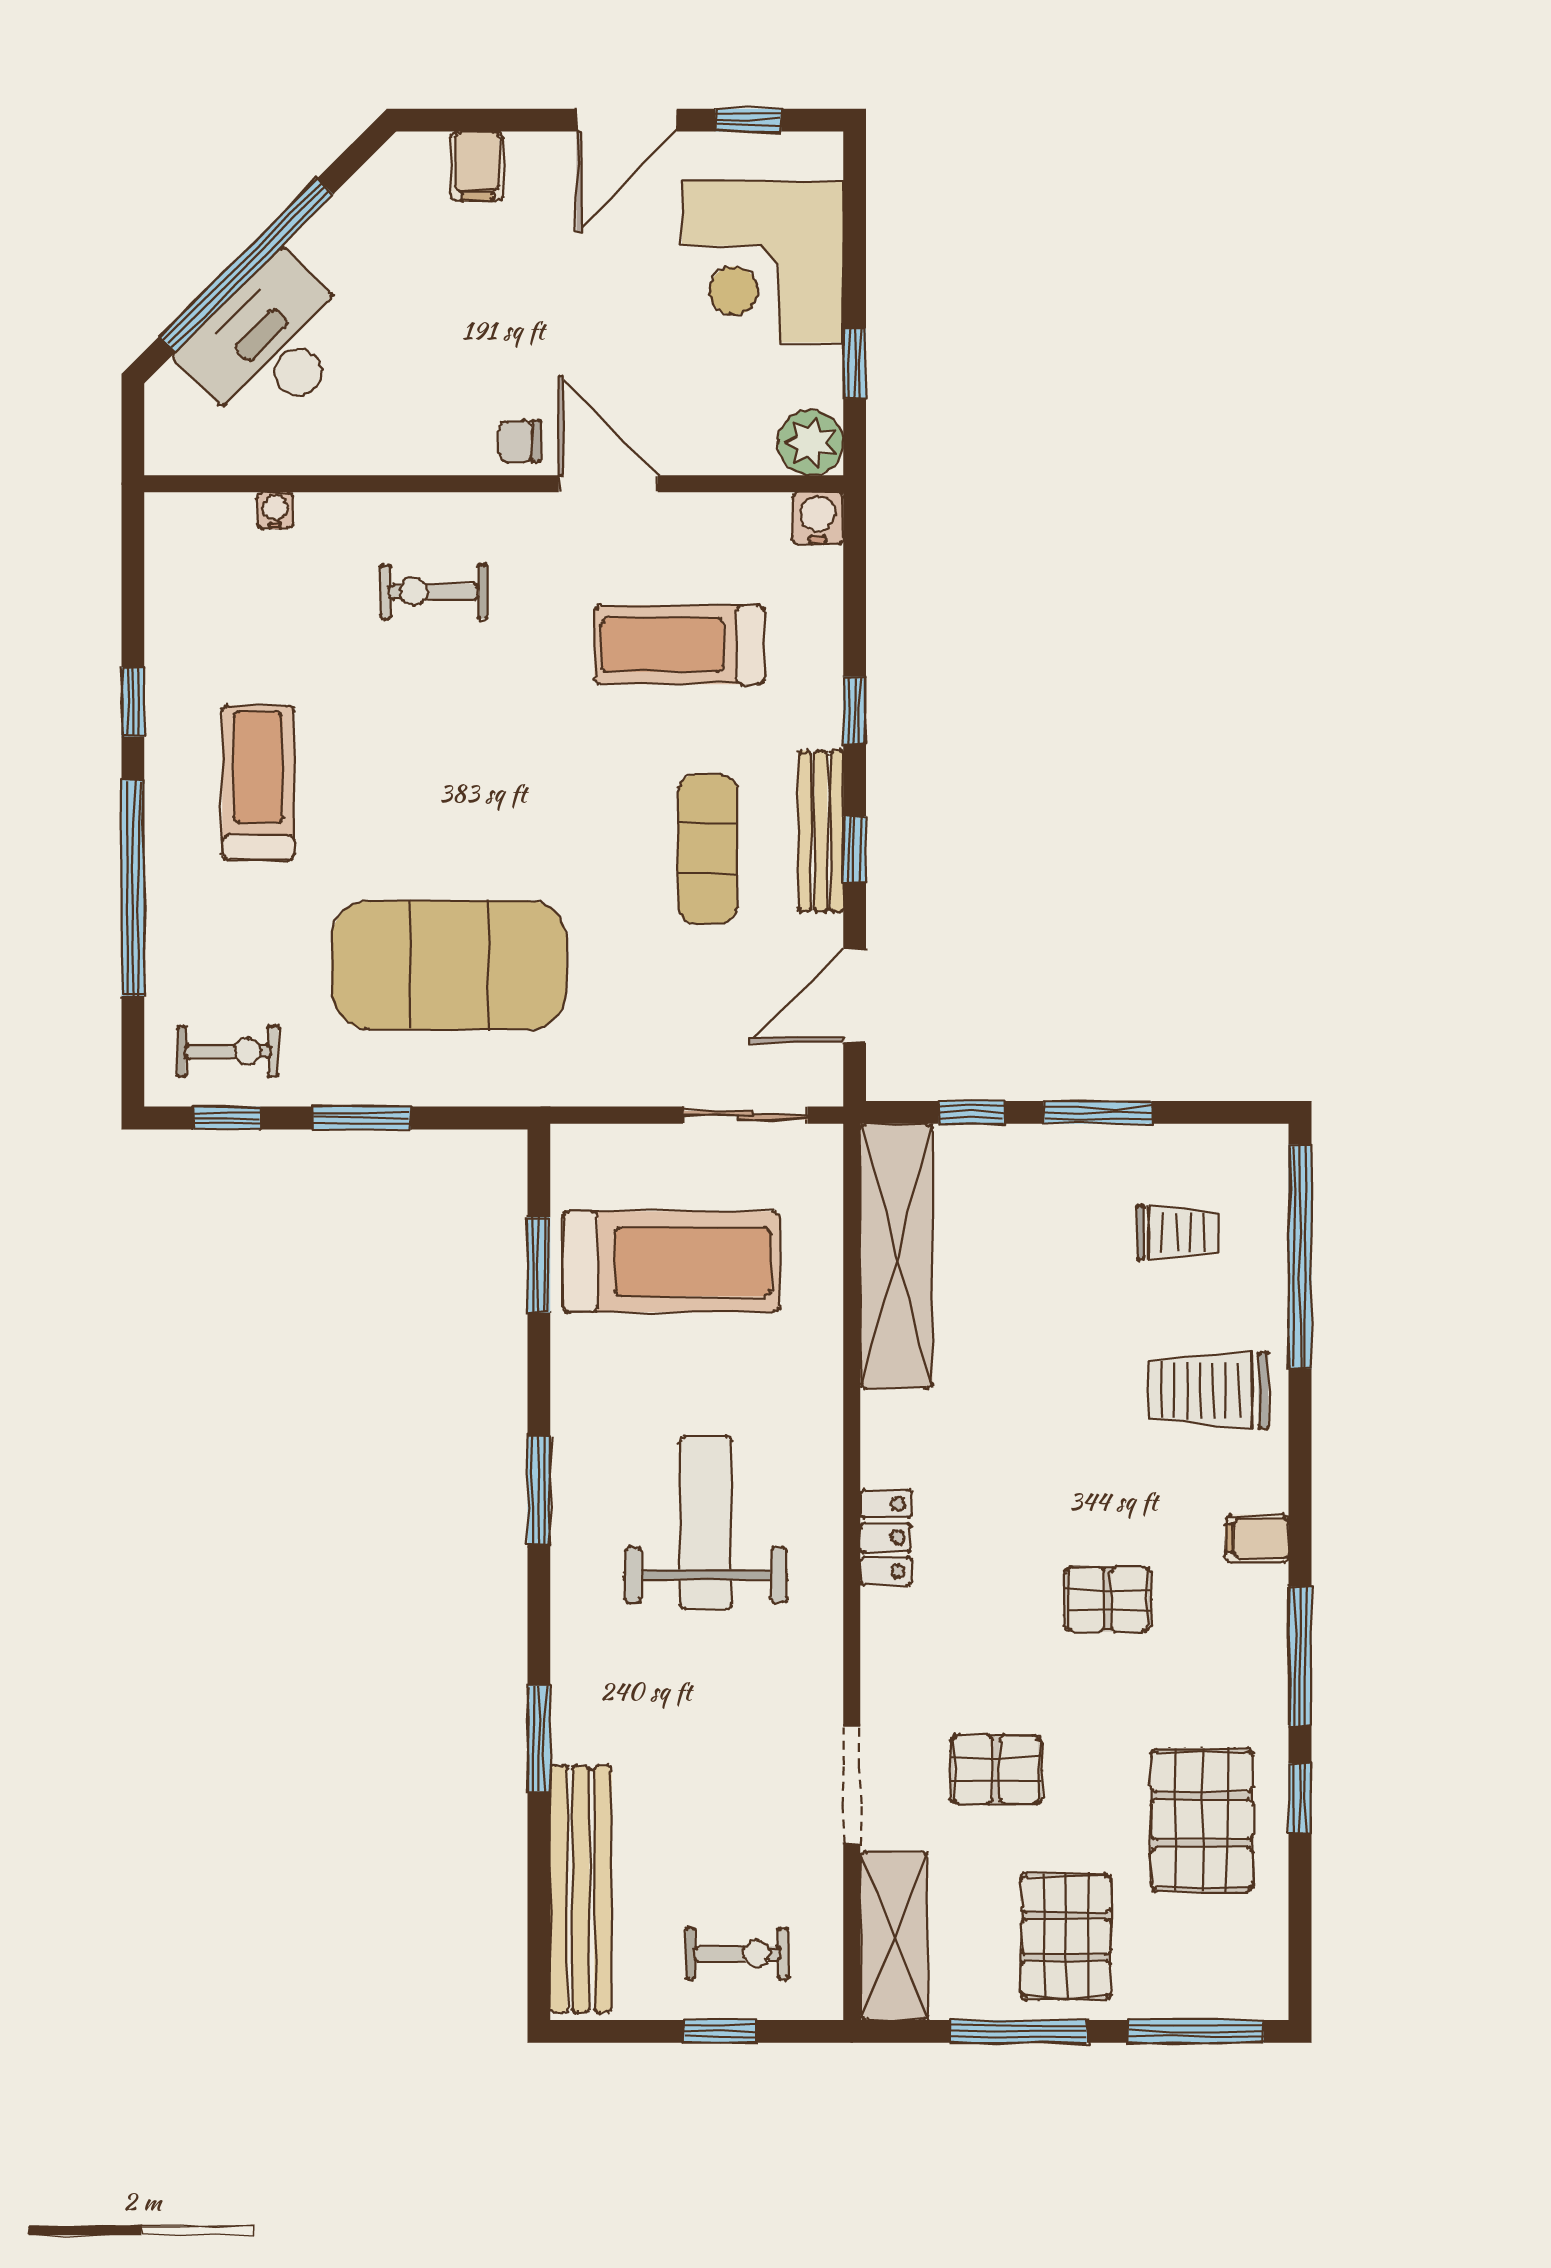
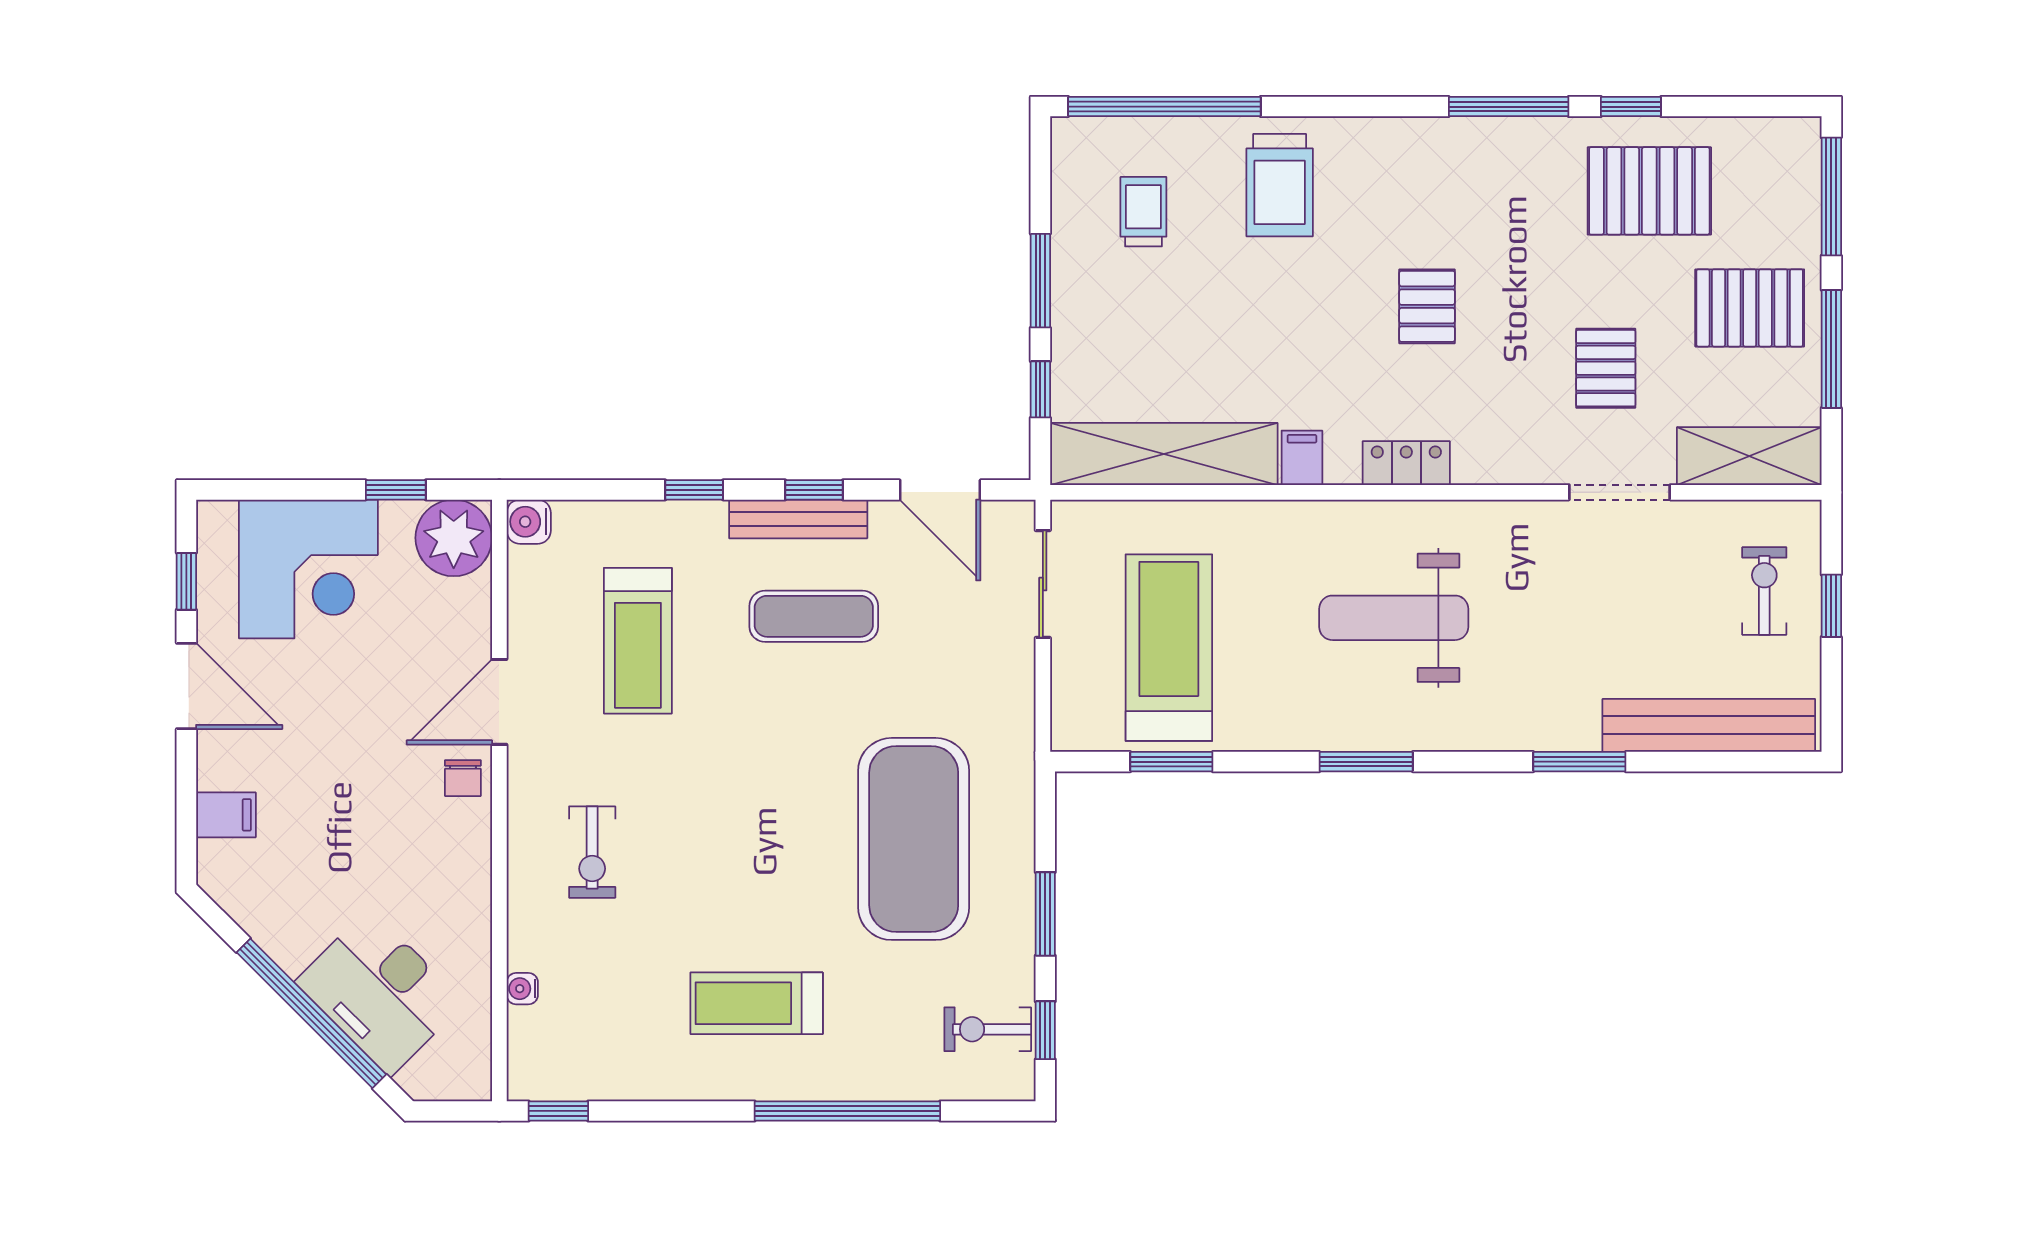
plant: (811, 443) -> (454, 538), width x1.36, depth x1.36
window: (133, 702) -> (558, 1111), moved
exercise bike: (228, 1051) -> (988, 1029), turned -90
filing cabinet: (1257, 1538) -> (1302, 458), moved, turned 180
pallet: (1108, 1599) -> (1427, 306), moved

